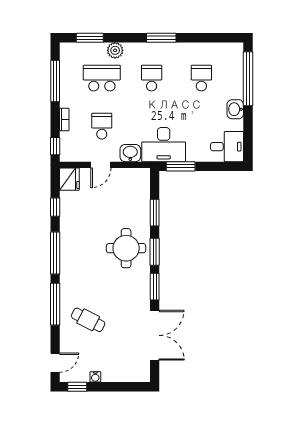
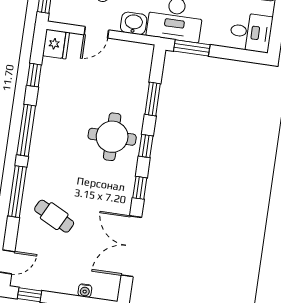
window: (155, 252) -> (146, 146), width x0.67
window: (155, 287) -> (140, 188), width x0.67
double door: (155, 335) -> (131, 246), swing flipped
water cooler: (95, 377) -> (85, 291), moved

